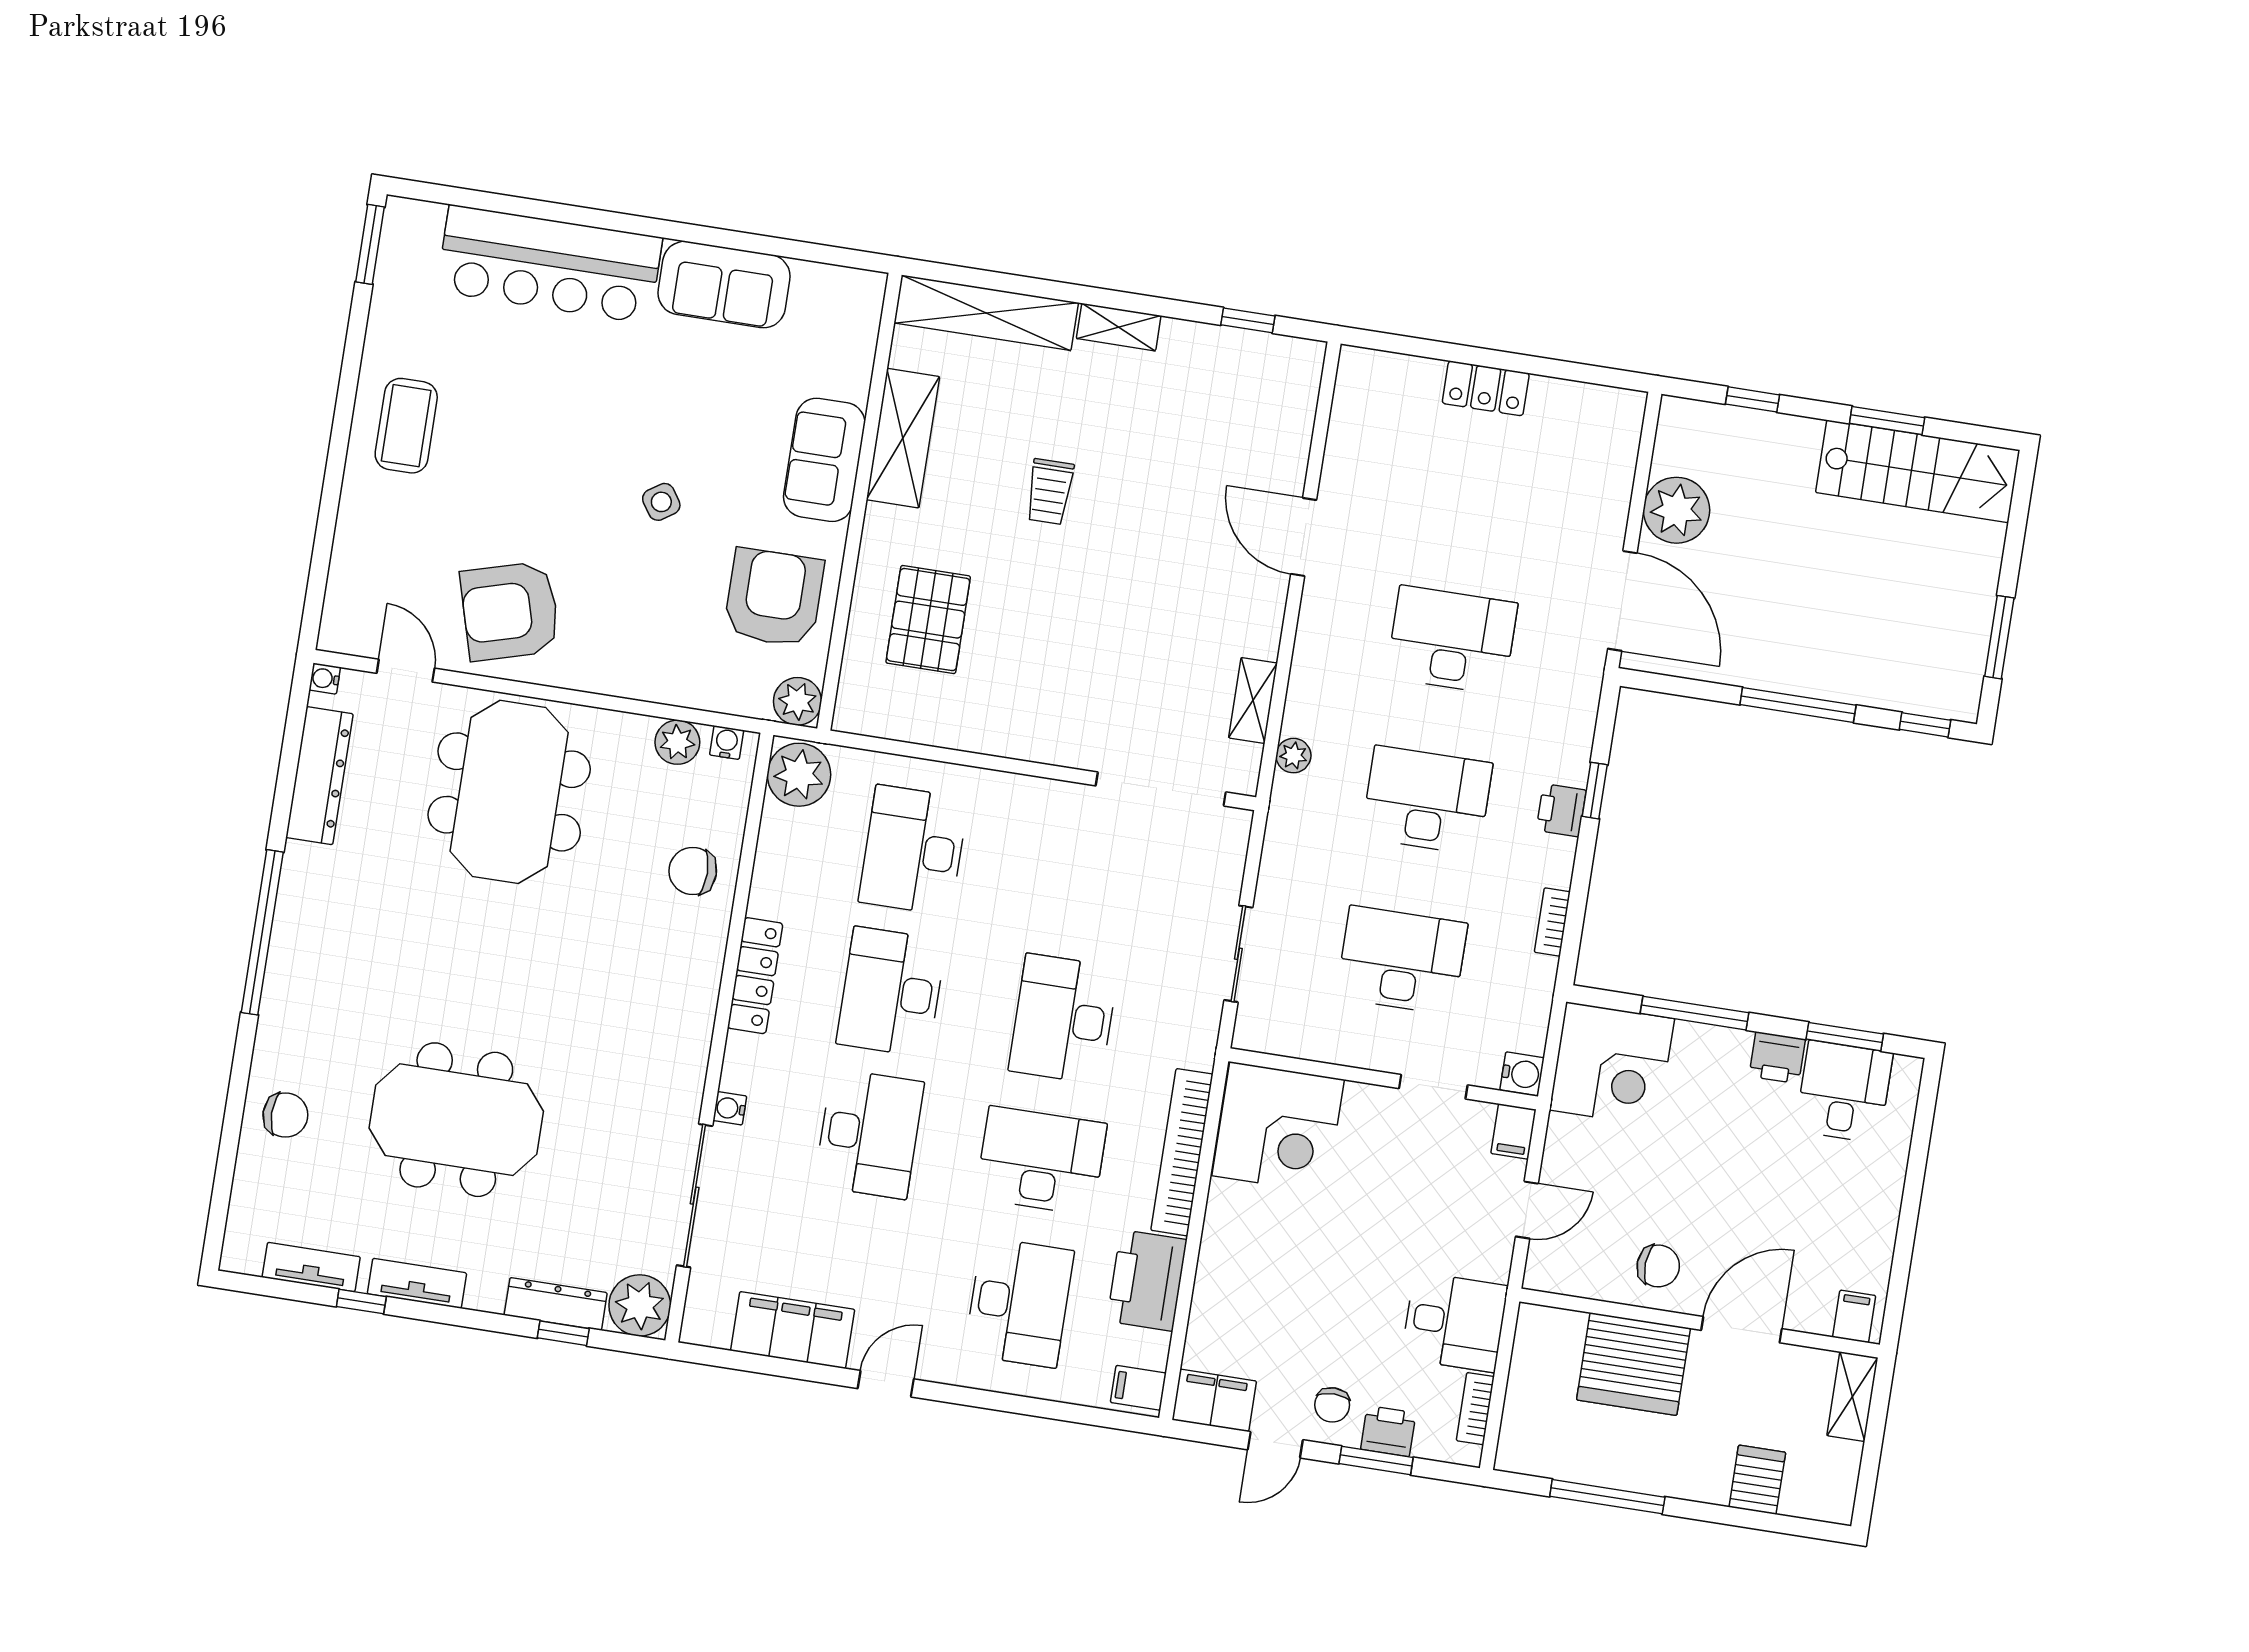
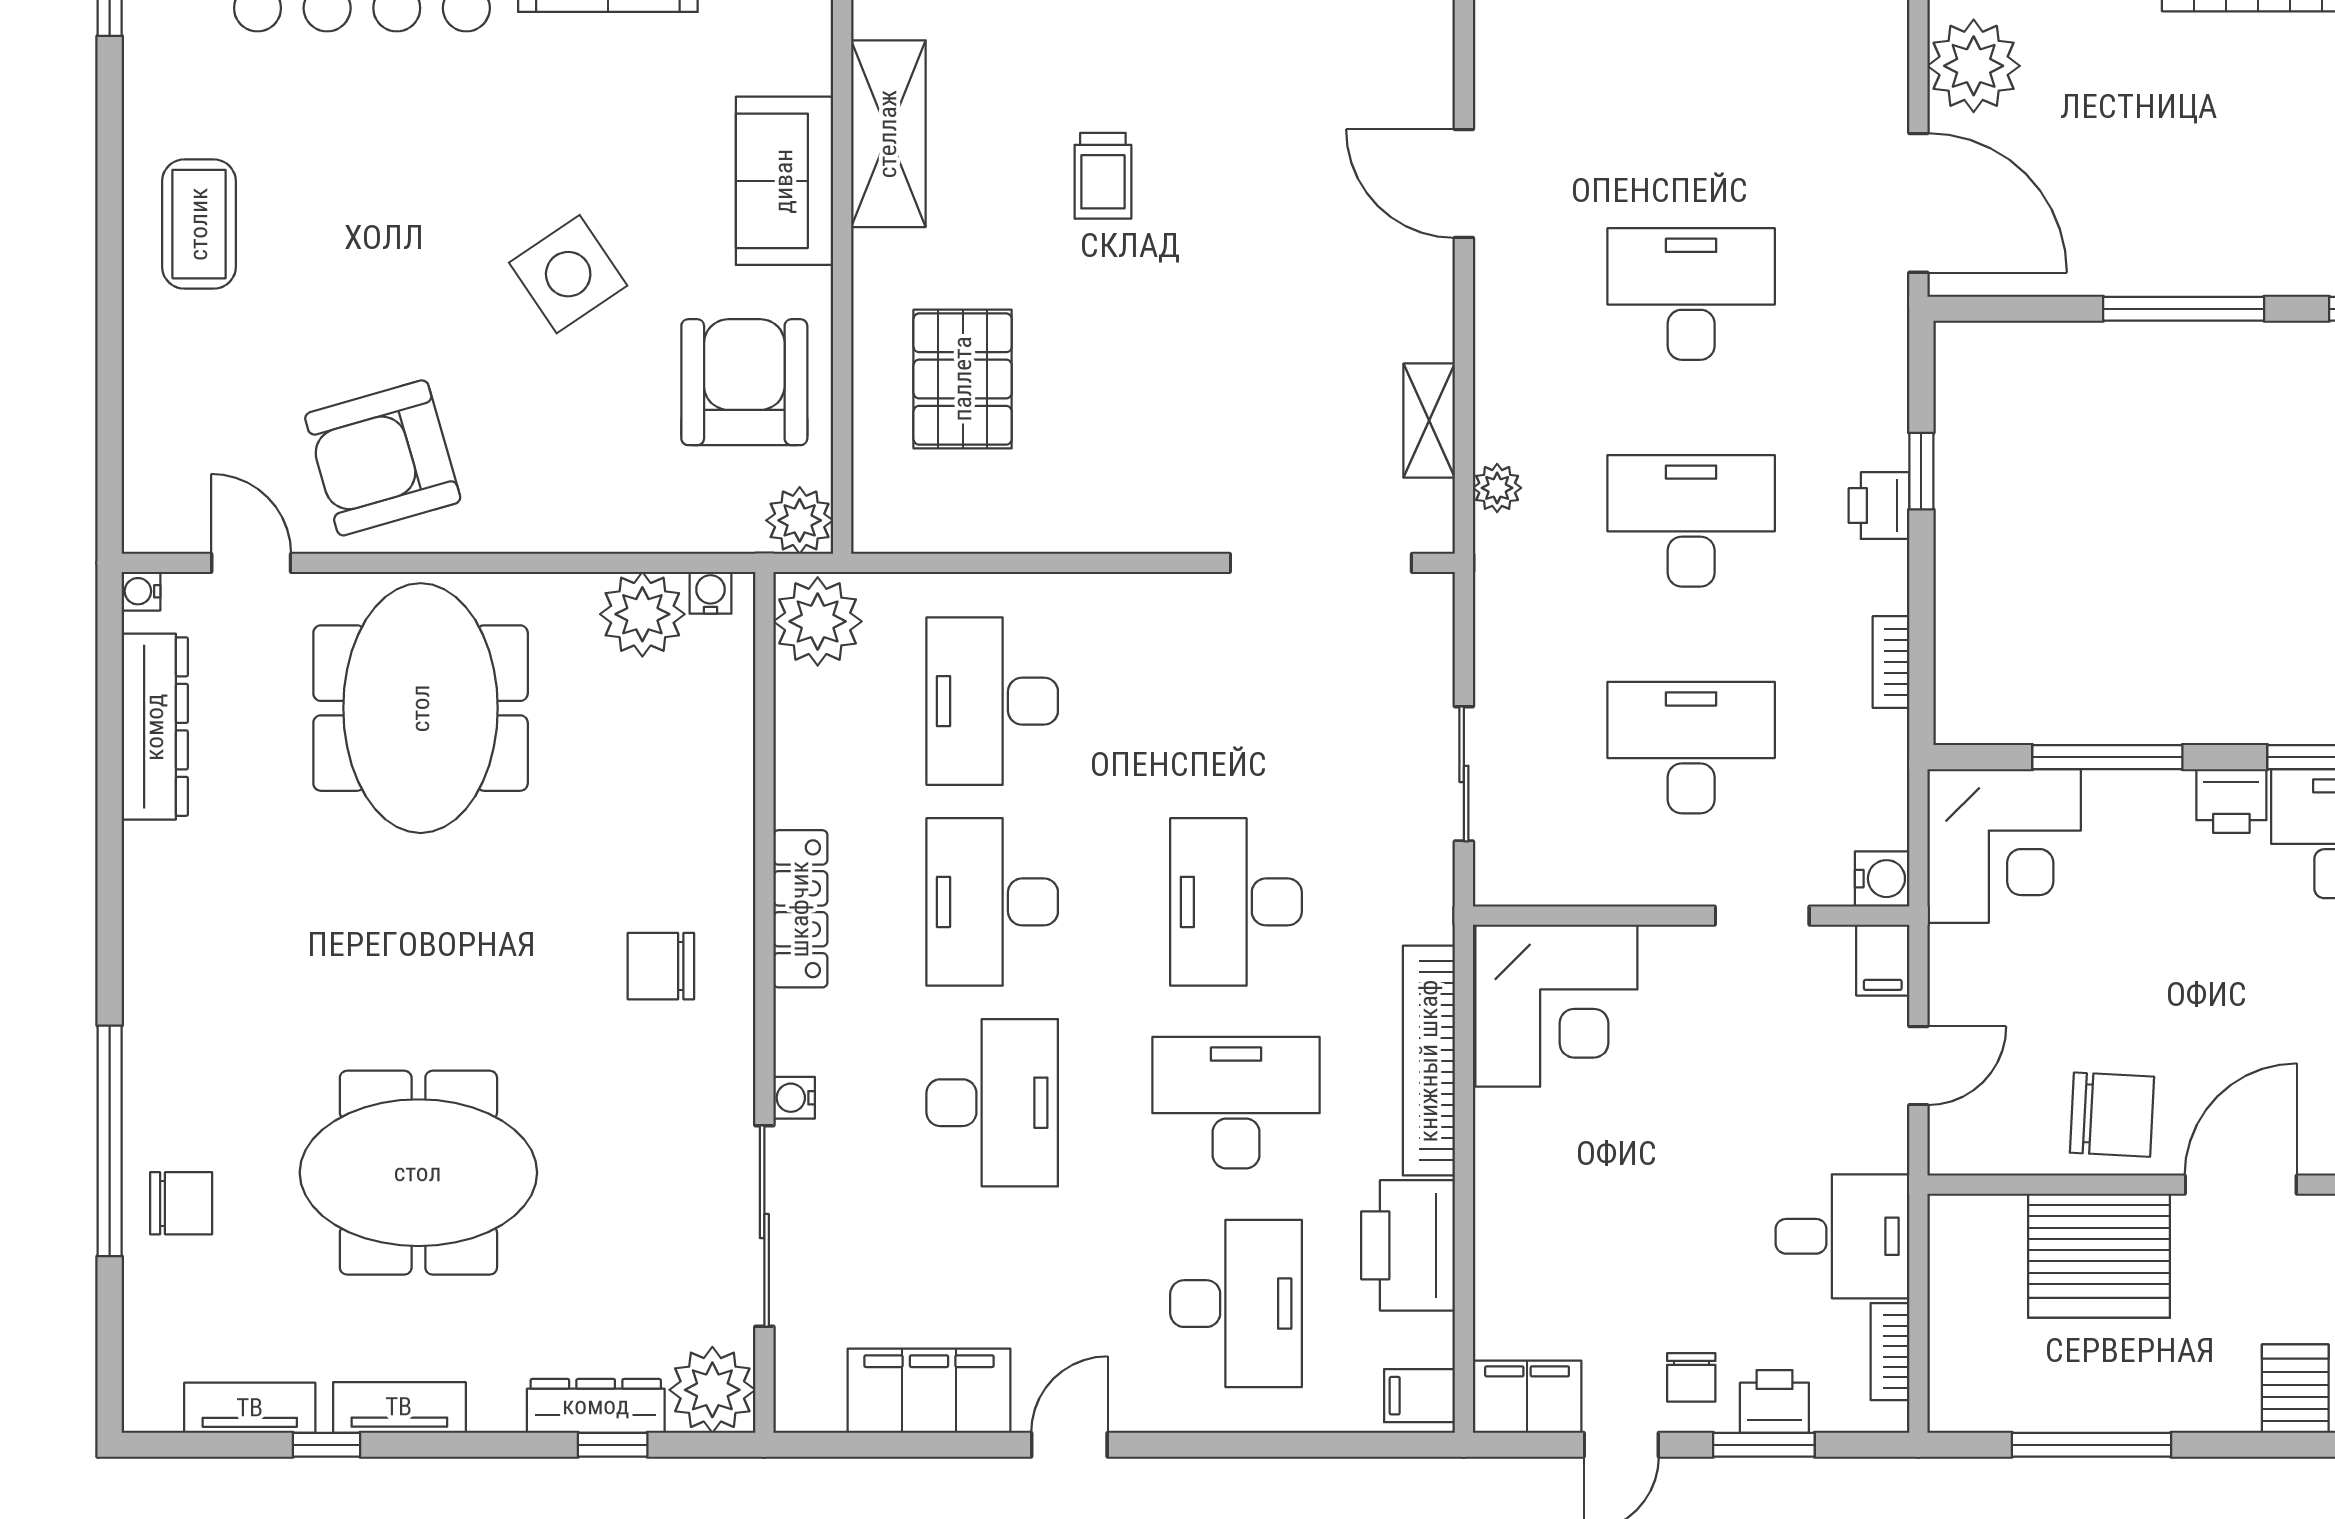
side table: (661, 502) -> (568, 274), width x1.87, depth x1.87
plant: (677, 742) -> (642, 614), width x1.36, depth x1.36
chair: (693, 871) -> (661, 966), moved
window: (262, 932) -> (110, 1141), moved
chair: (1658, 1266) -> (2112, 1115), width x1.37, depth x1.37

